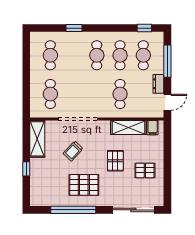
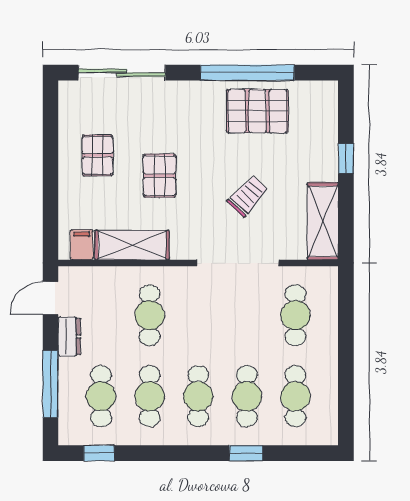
cafe table: (74, 55) -> (247, 396), added
pallet: (145, 170) -> (98, 155), turned 90
pallet: (84, 185) -> (257, 111), moved

